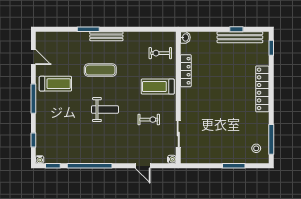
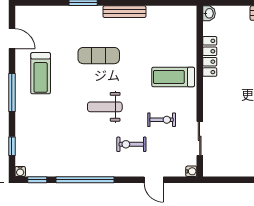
bench: (106, 36) -> (124, 12), moved
exercise bike: (160, 53) -> (131, 144), moved
treadmill: (55, 84) -> (41, 73), turned 90
weight bench: (105, 110) -> (105, 107), turned 180

